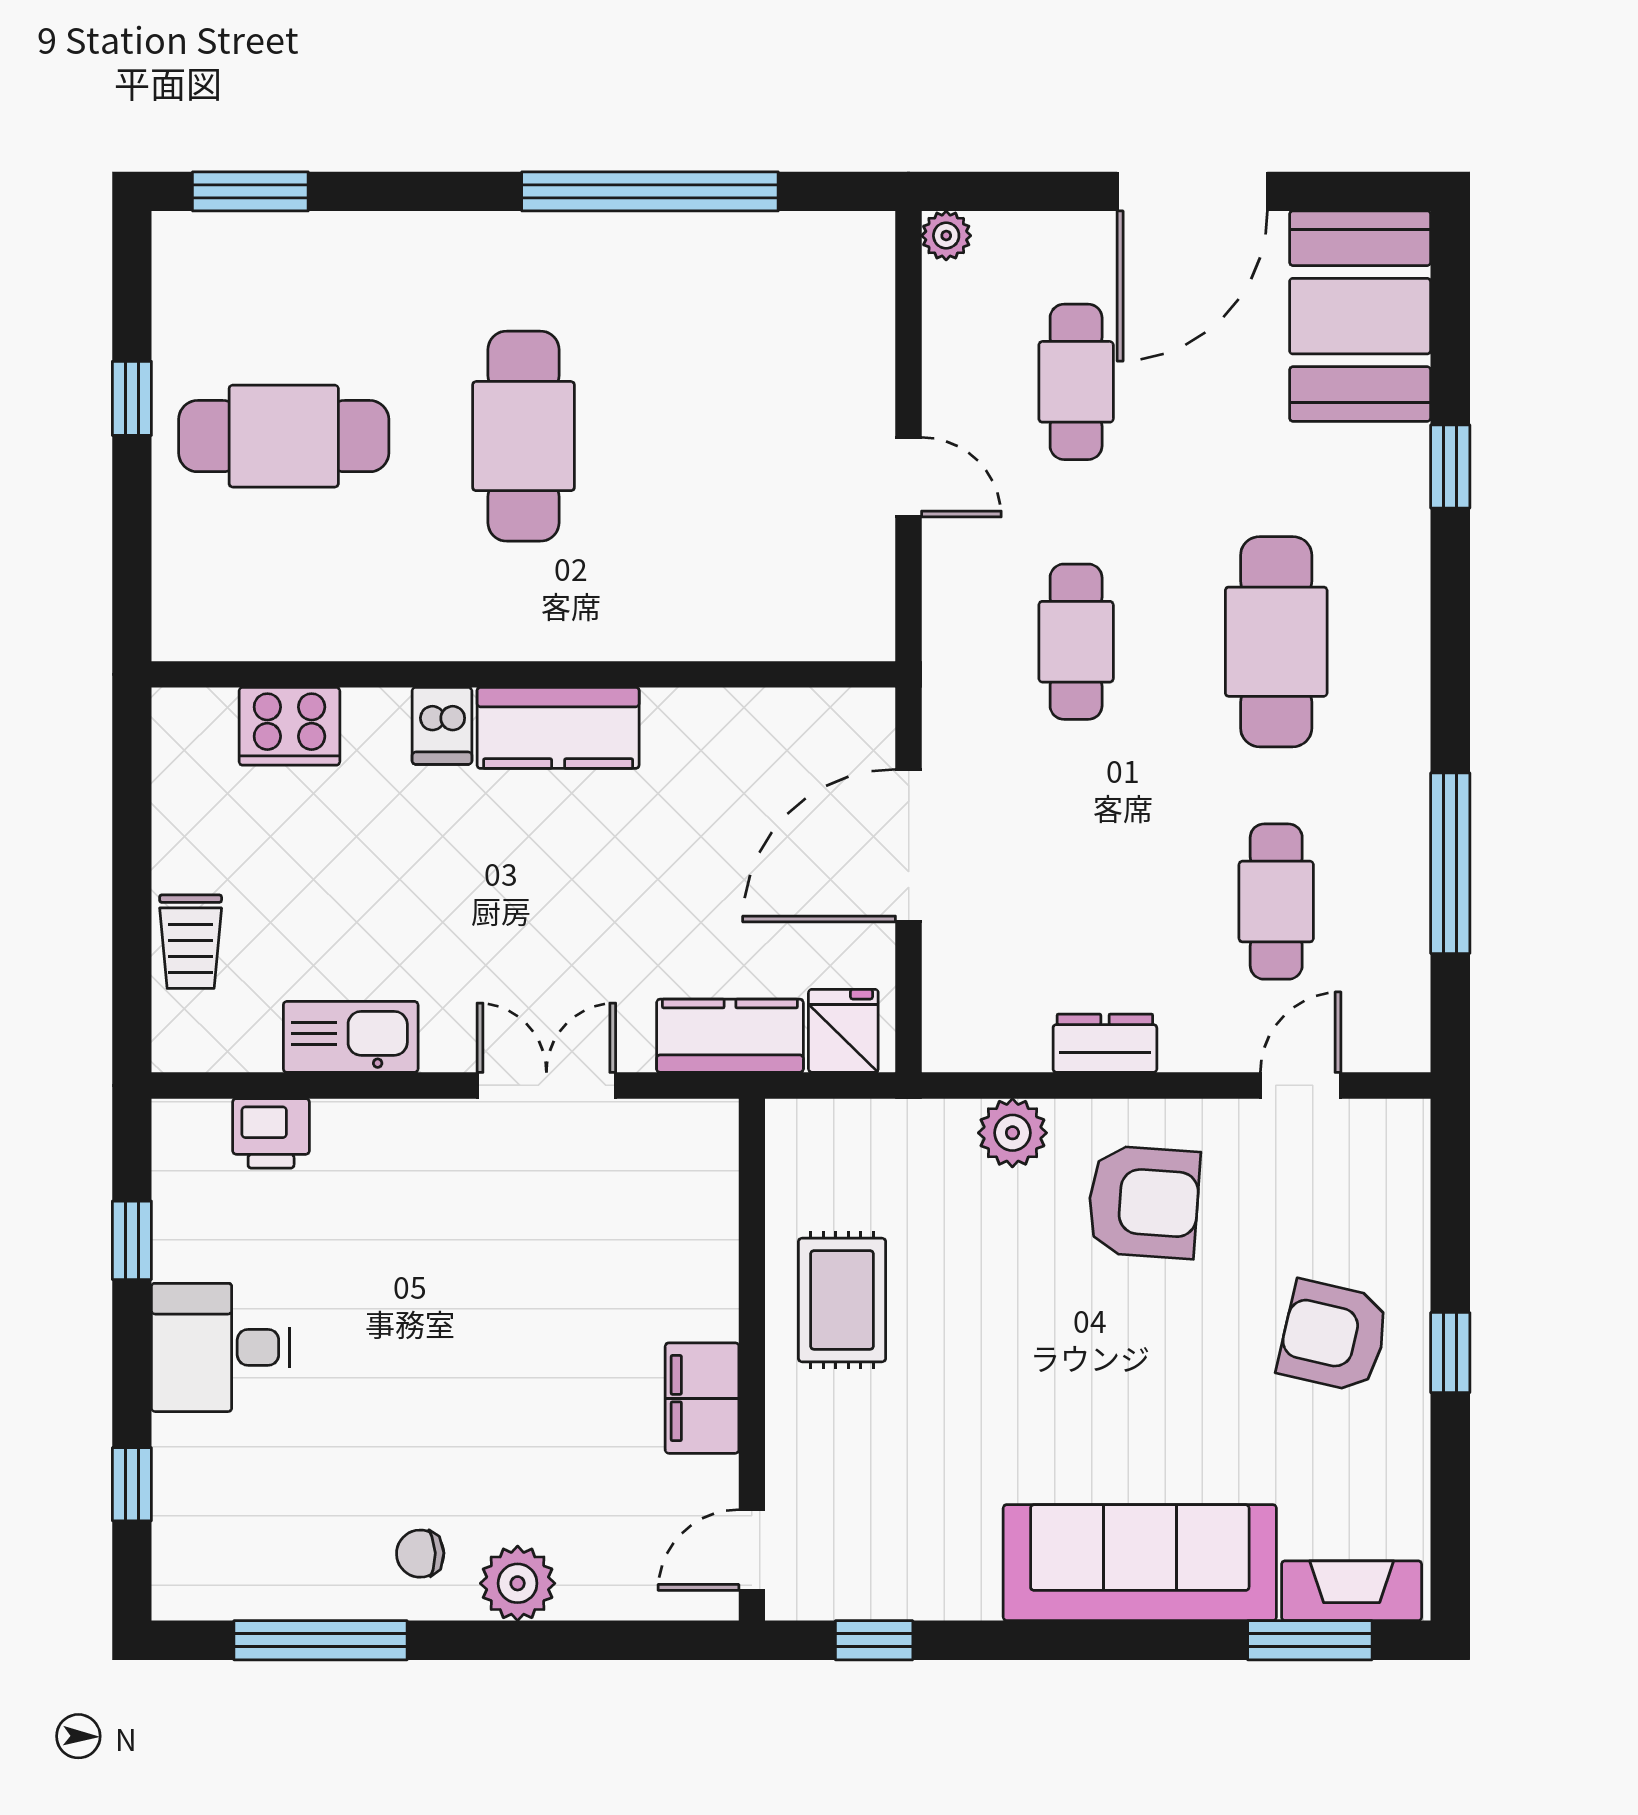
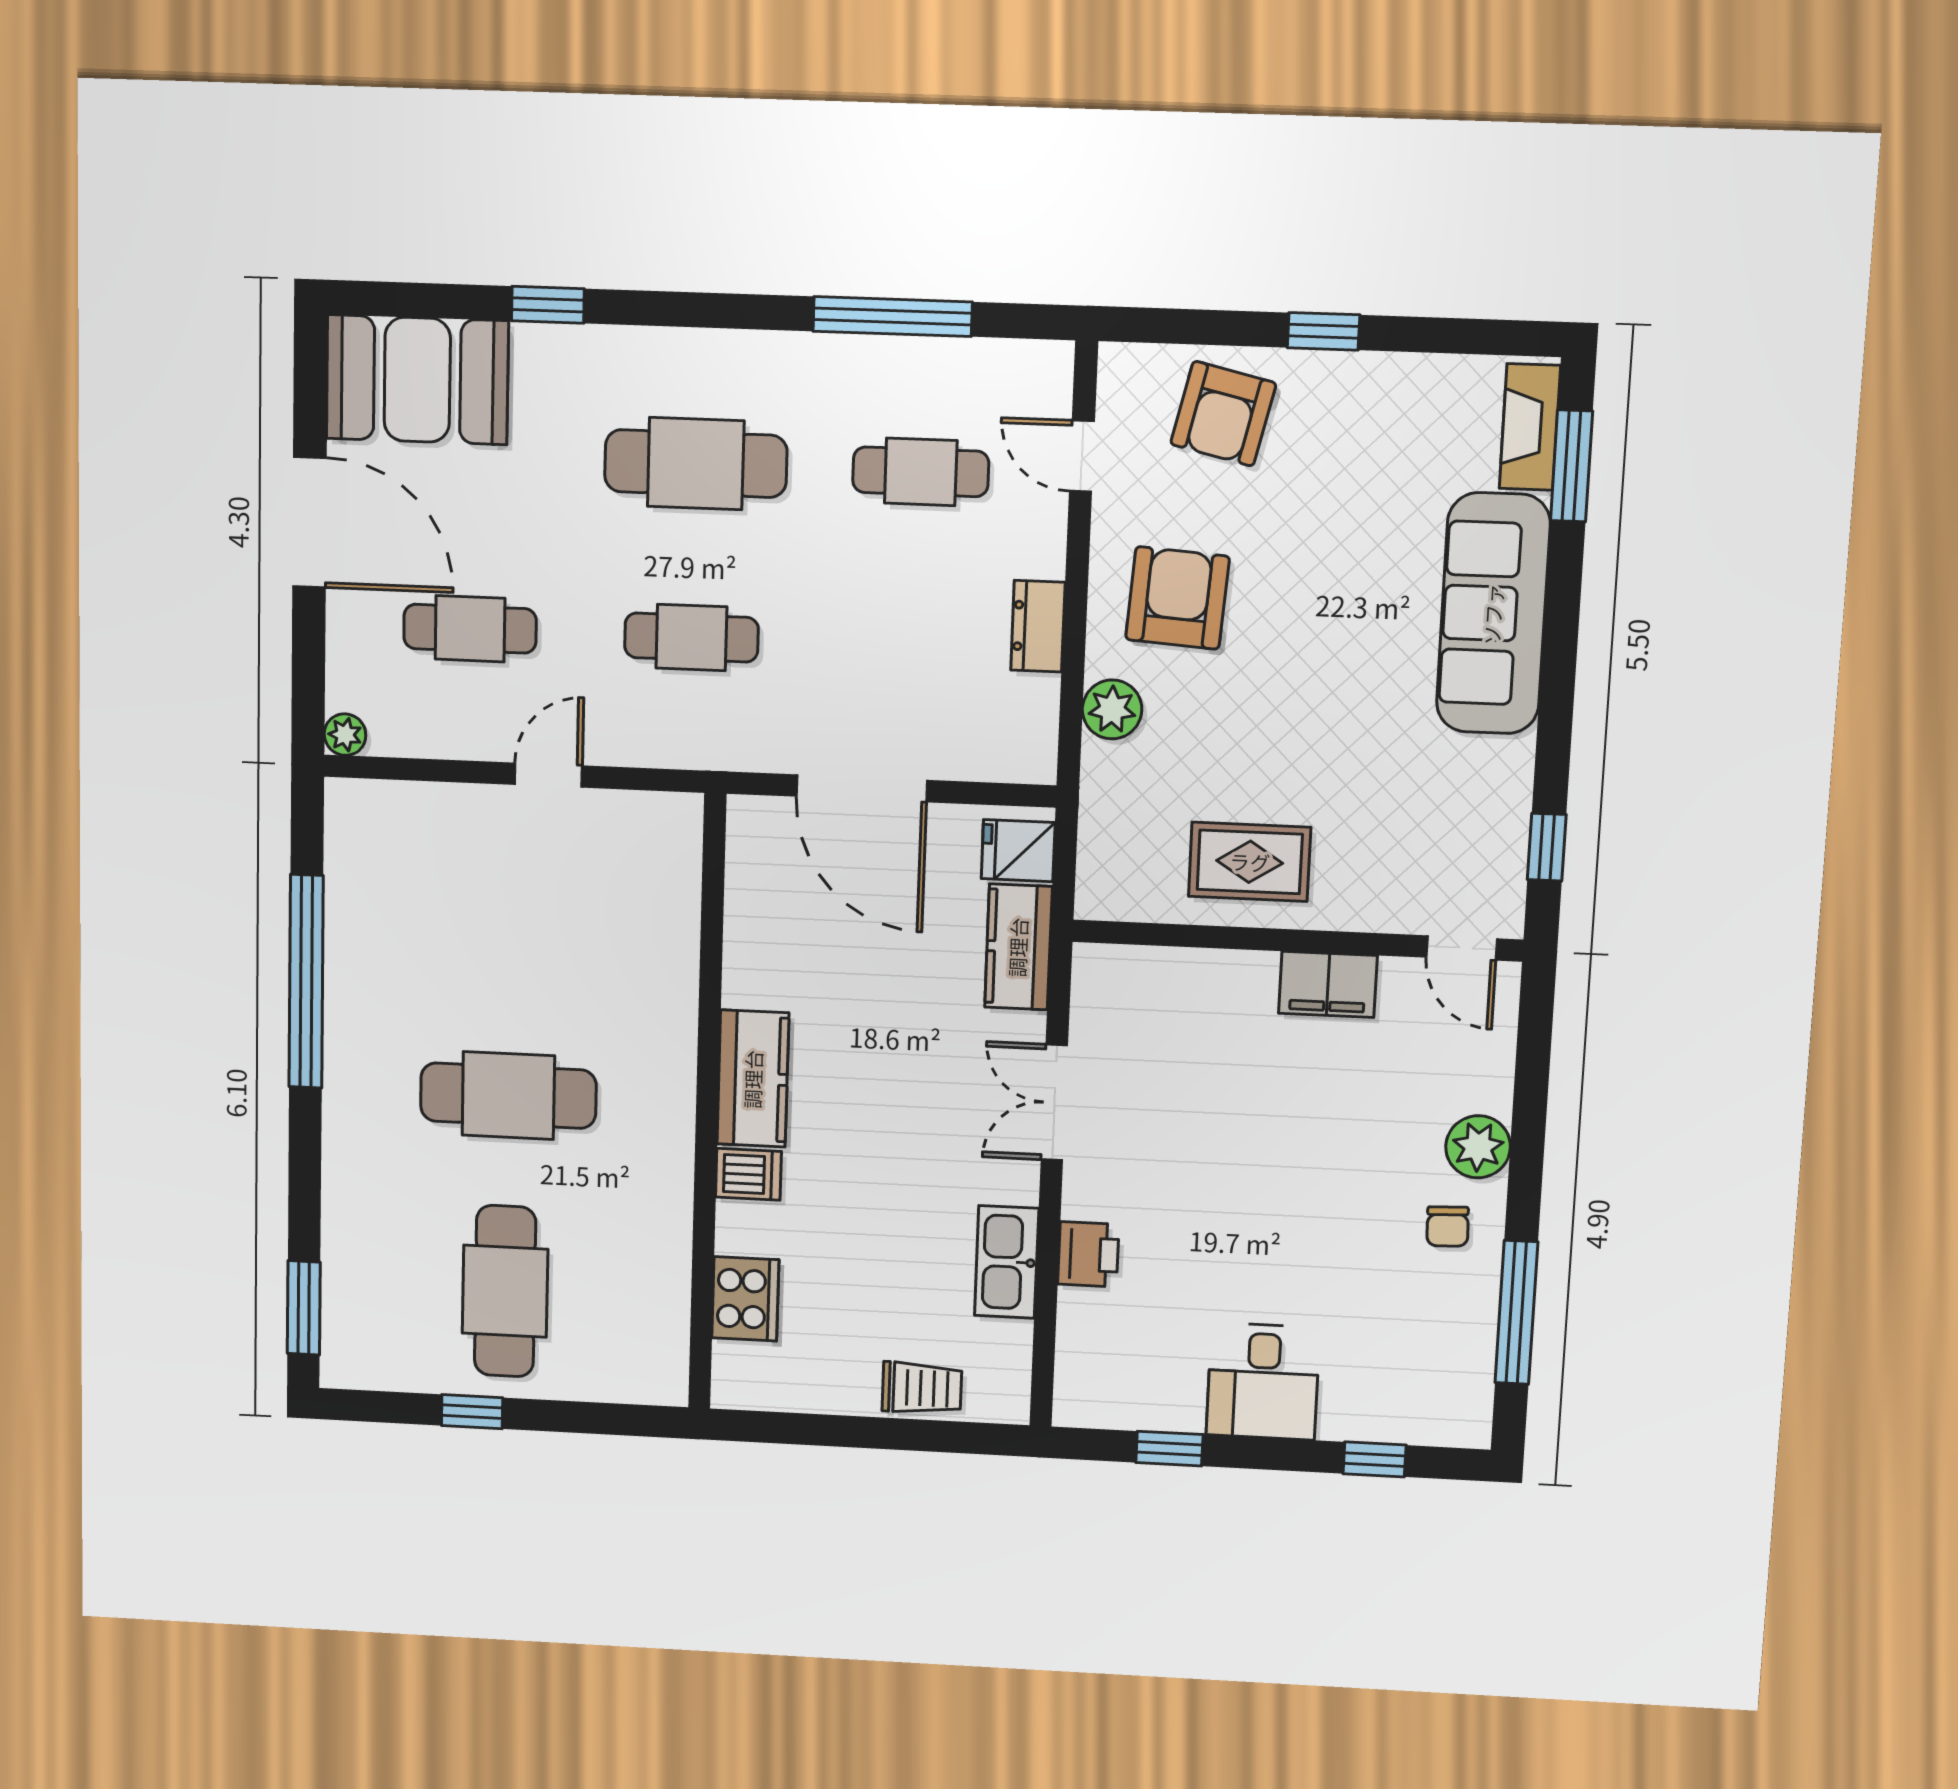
printer: (271, 1133) -> (1088, 1254), moved
armchair: (1334, 1336) -> (1223, 414), moved

